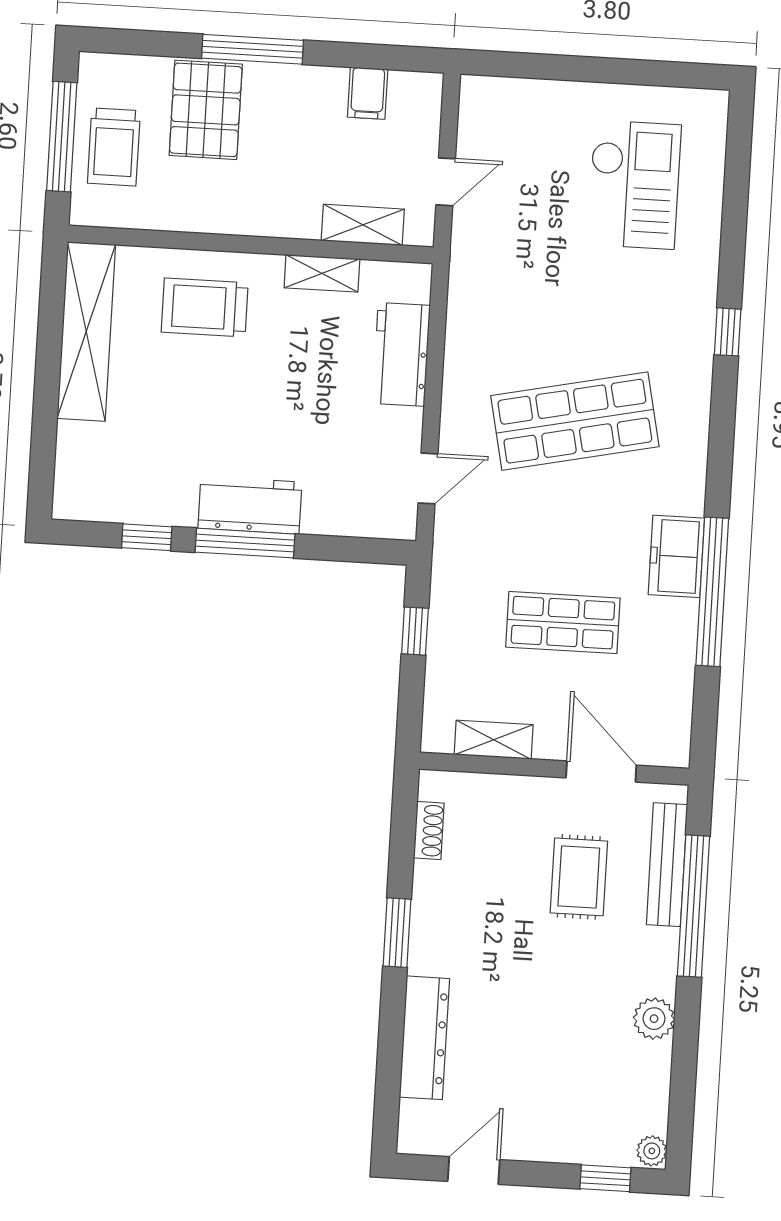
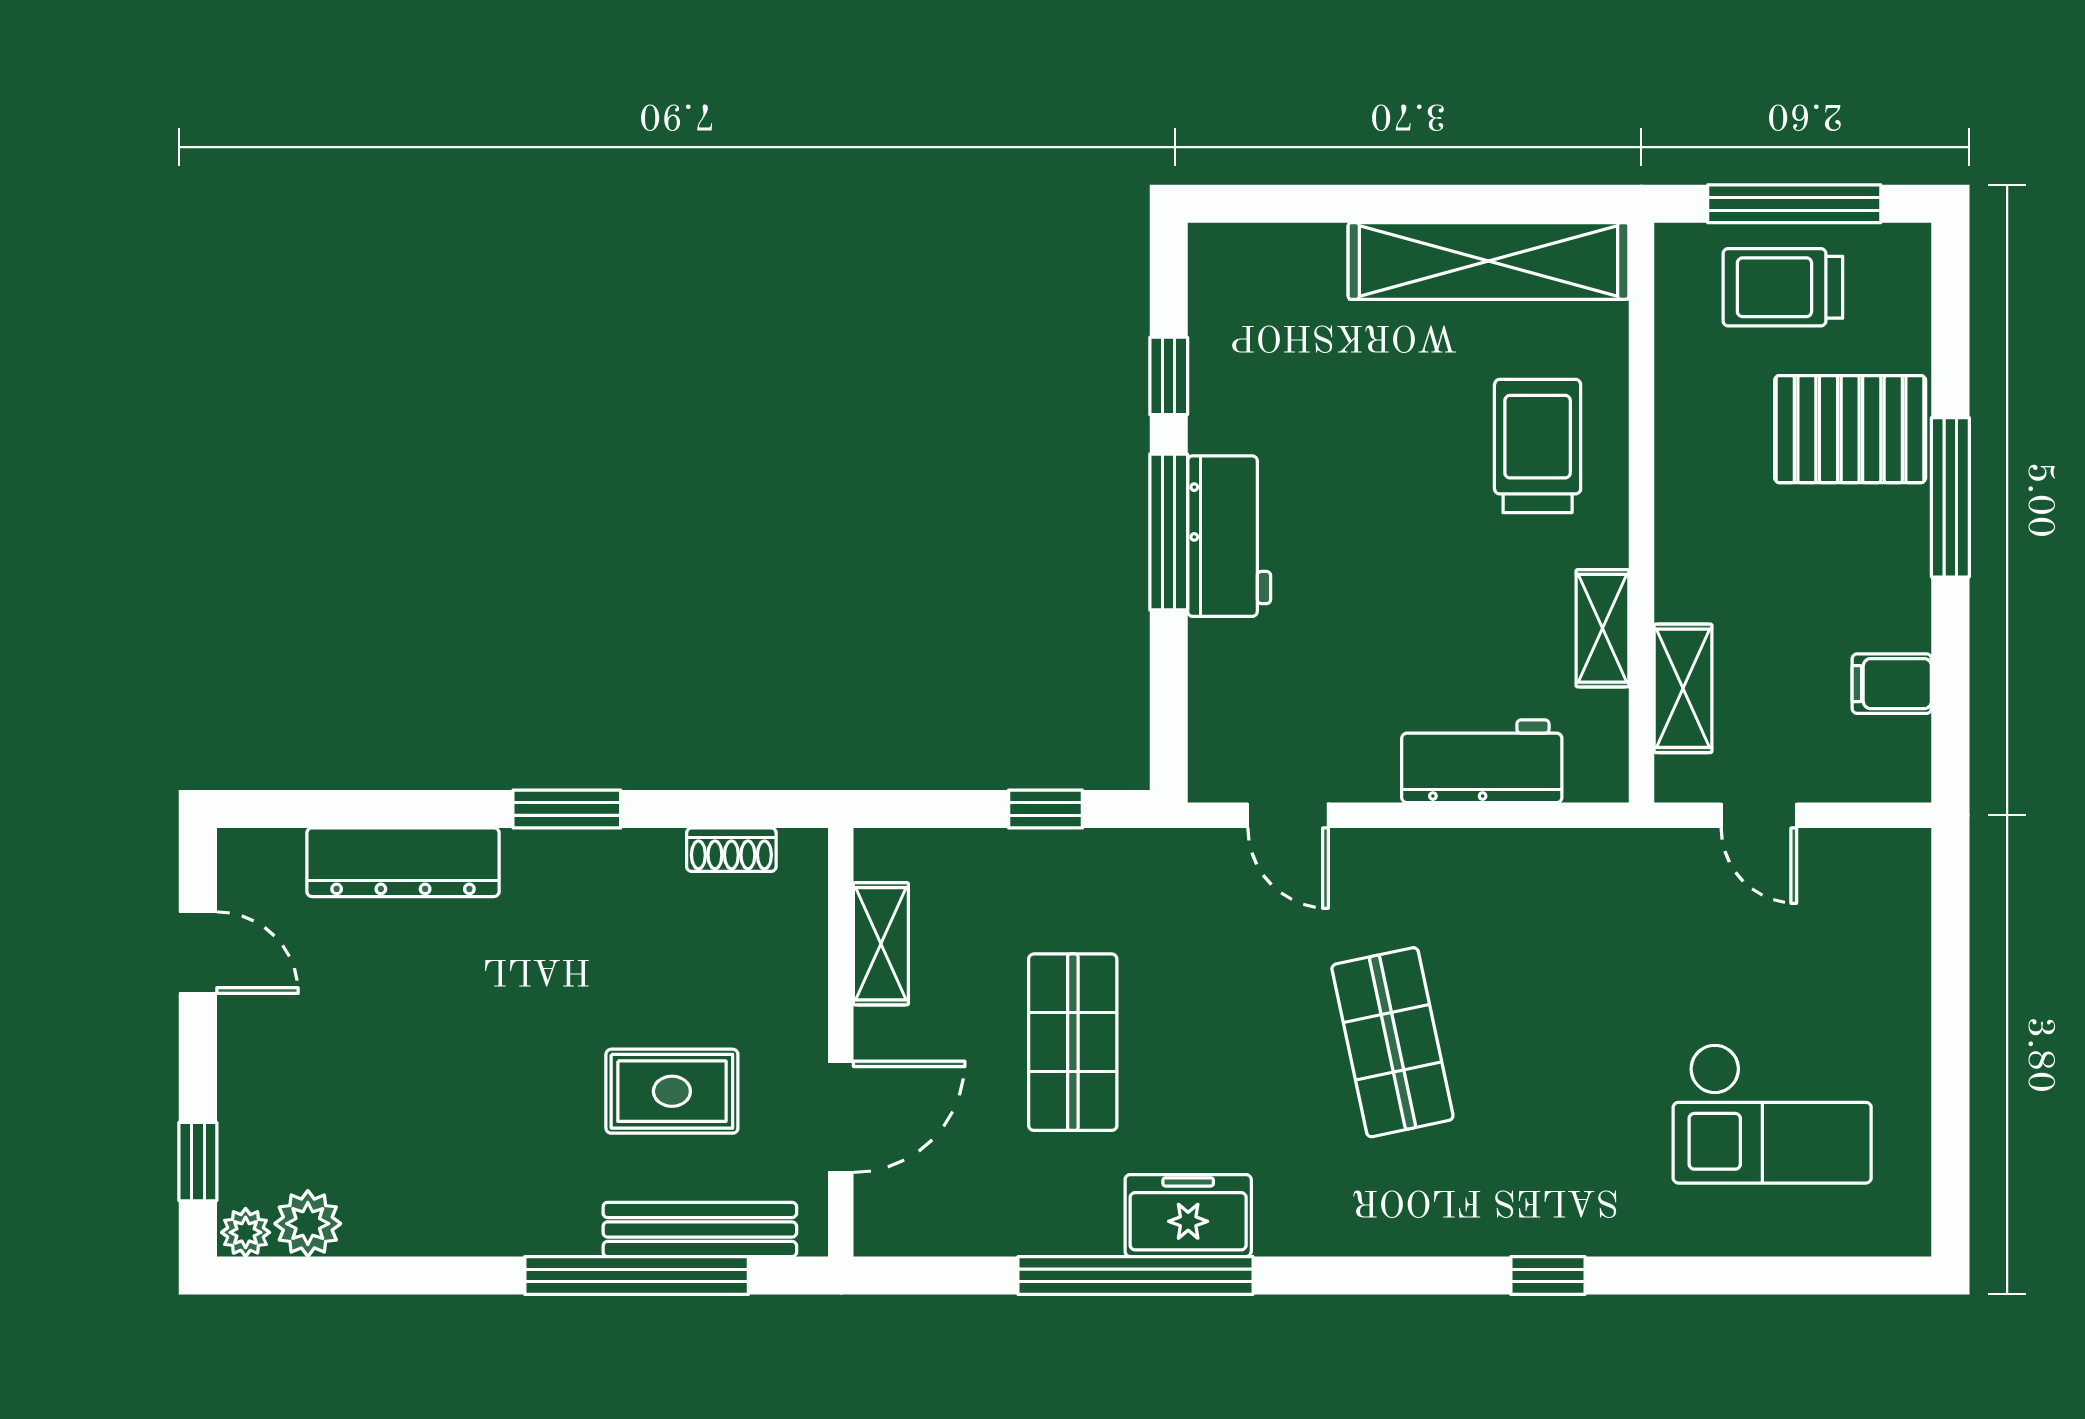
shop shelf: (575, 421) -> (1392, 1042), width x0.70, depth x0.74
plant: (654, 1019) -> (308, 1224), moved

